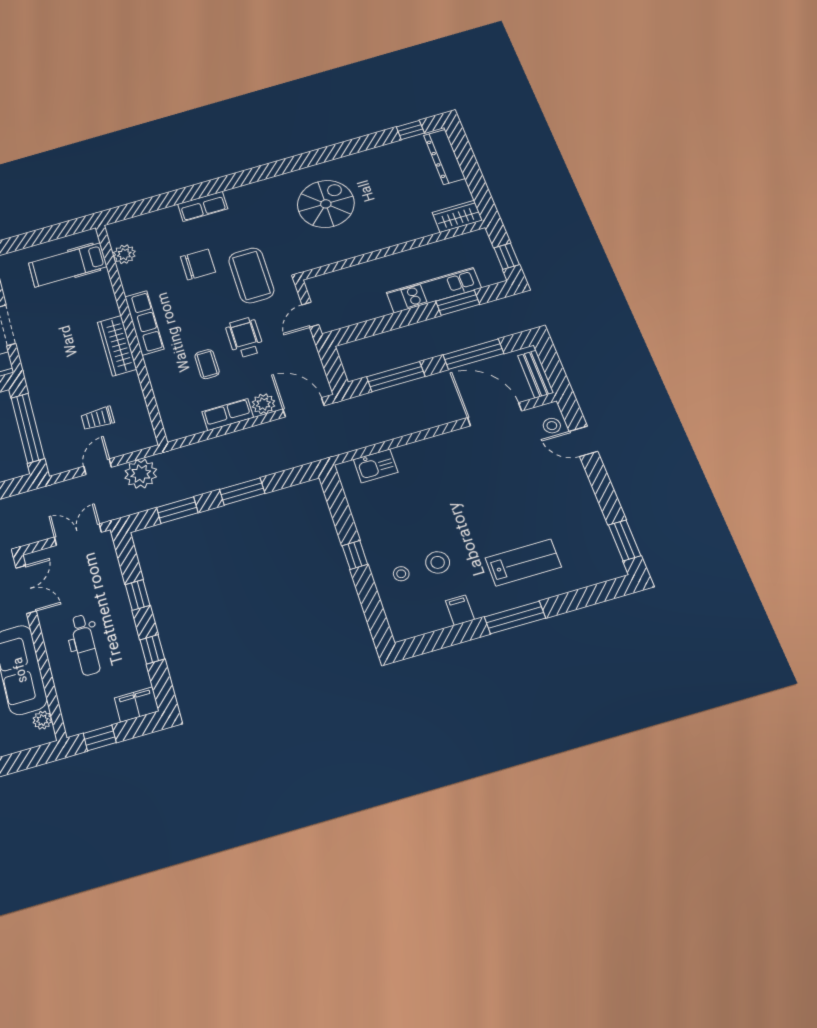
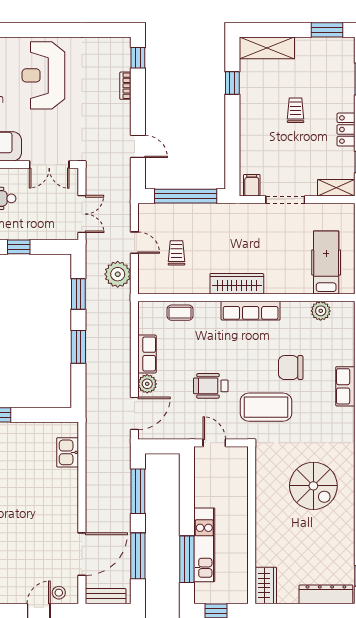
chair: (198, 264) -> (291, 368), turned 90
window: (458, 303) -> (187, 559), width x1.44
wheelchair: (245, 338) -> (211, 386), turned 180
coffee table: (207, 364) -> (180, 313), moved

